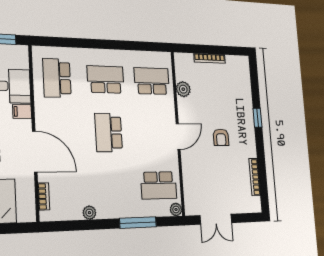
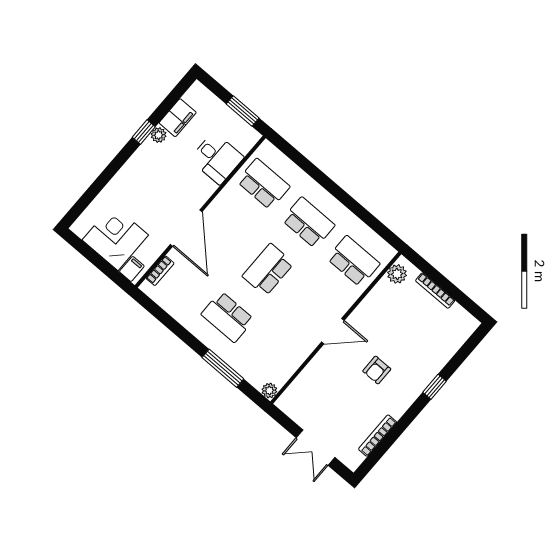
school desk: (57, 78) -> (263, 184), turned 90
plant: (183, 89) -> (397, 274), moved
filing cabinet: (22, 112) -> (132, 269), moved, turned 90
school desk: (159, 185) -> (228, 317), moved
plant: (89, 213) -> (187, 320), removed
double door: (216, 219) -> (316, 448), moved

